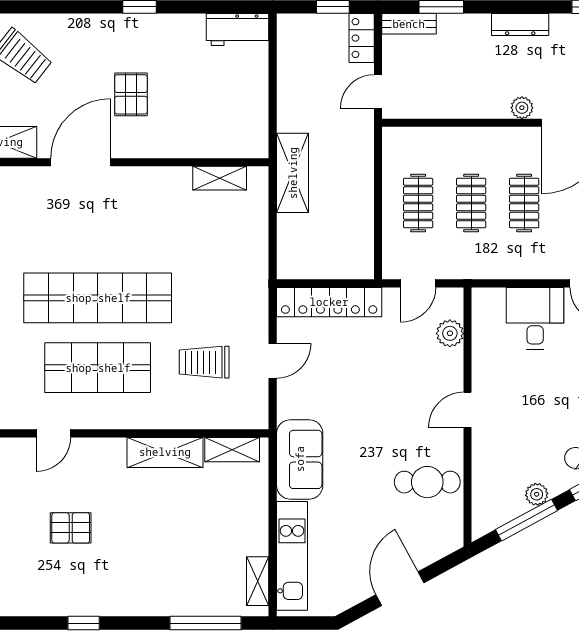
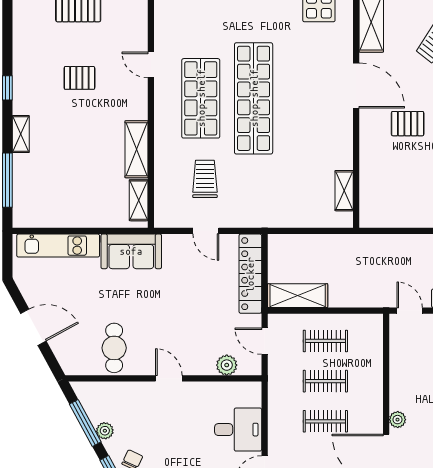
shelving: (293, 173) -> (298, 296), moved
pallet: (71, 528) -> (79, 78), turned 90
shelving: (258, 581) -> (21, 134), moved, turned 90

